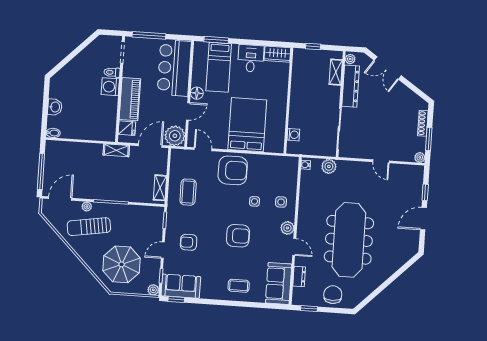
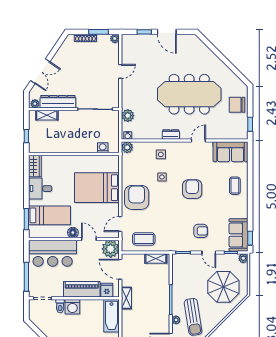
bathtub: (97, 132) -> (111, 316), added
coffee table: (188, 192) -> (144, 239), moved
plant: (287, 228) -> (127, 147), moved
armchair: (189, 242) -> (201, 231), turned -90
dresser: (299, 276) -> (171, 135), moved

